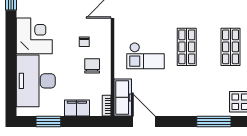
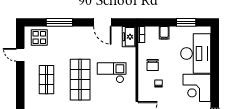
shop shelf: (187, 47) -> (80, 80), width x1.43, depth x1.36
freezer: (123, 97) -> (129, 37), width x0.71
filing cabinet: (77, 108) -> (164, 33), width x0.50
door: (144, 122) -> (102, 22), moved

